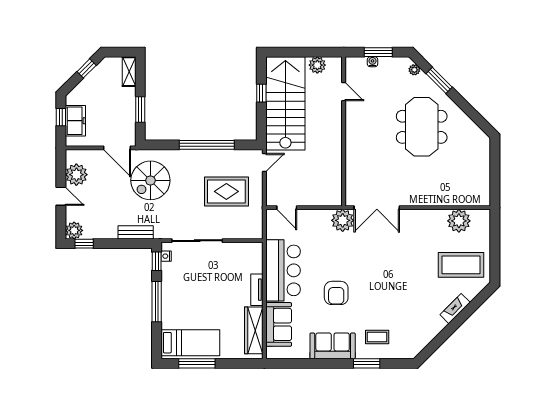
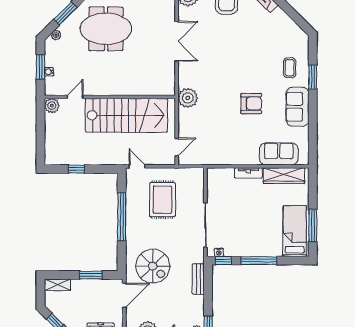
plant: (317, 65) -> (52, 106), moved
stairs: (285, 103) -> (126, 115), moved, turned 180
double door: (377, 208) -> (177, 41), moved
bar counter: (283, 270) -> (231, 150), removed

